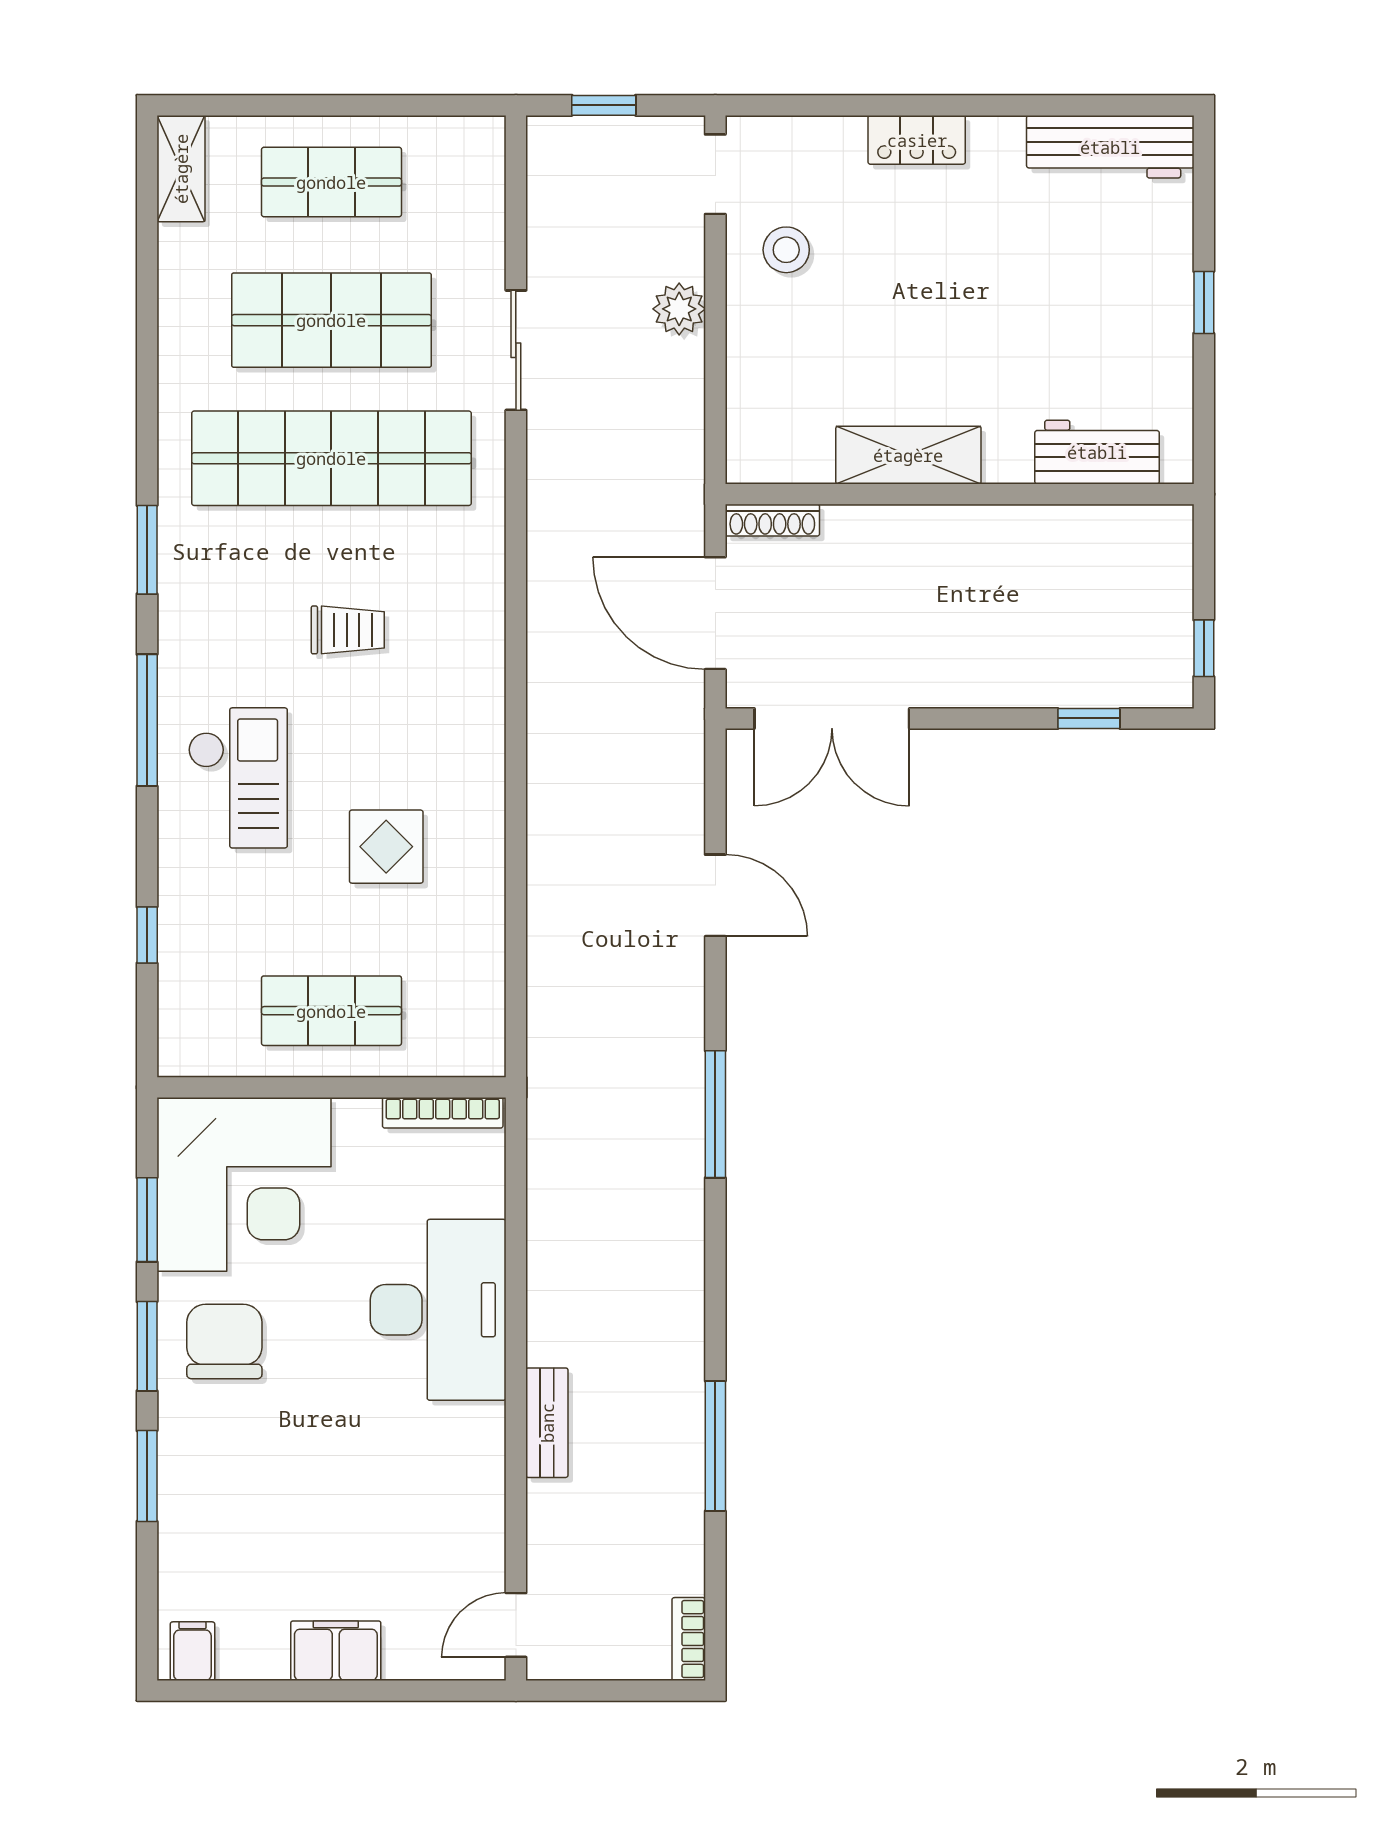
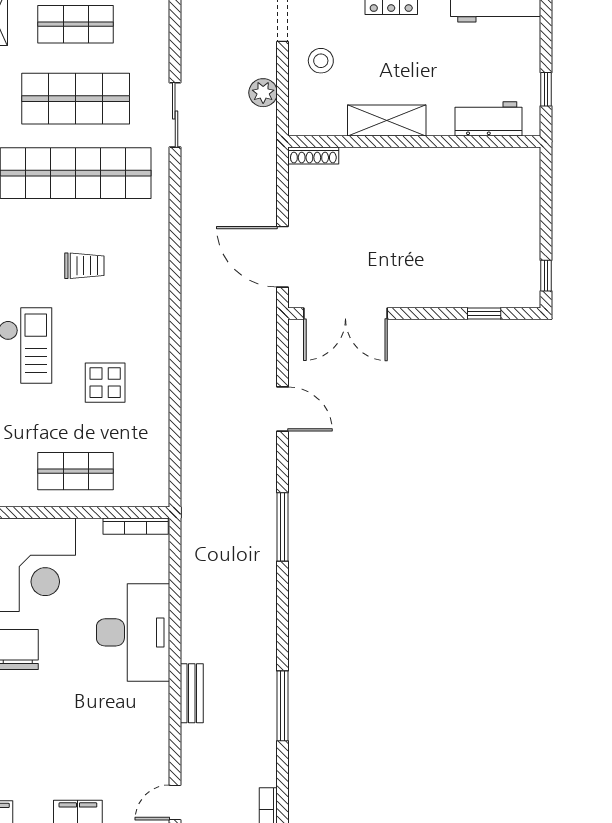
workbench: (1097, 452) -> (488, 119), moved
shelving: (908, 455) -> (387, 120), moved
wall: (960, 494) -> (414, 141), moved
shoe rack: (772, 520) -> (313, 155), moved

